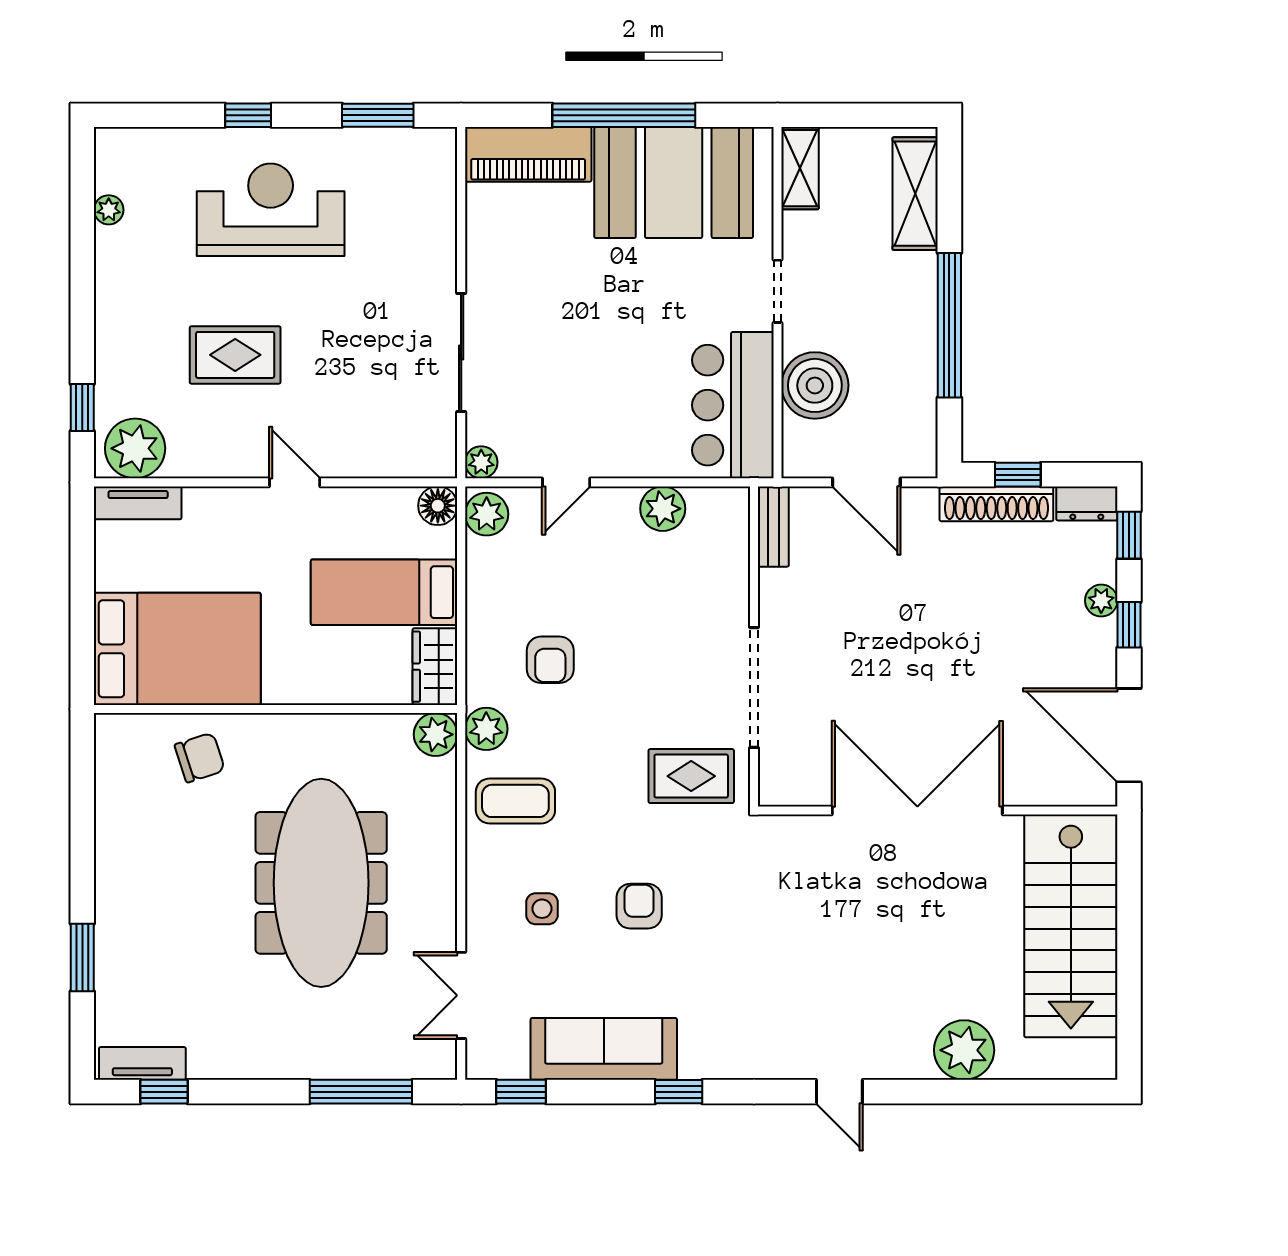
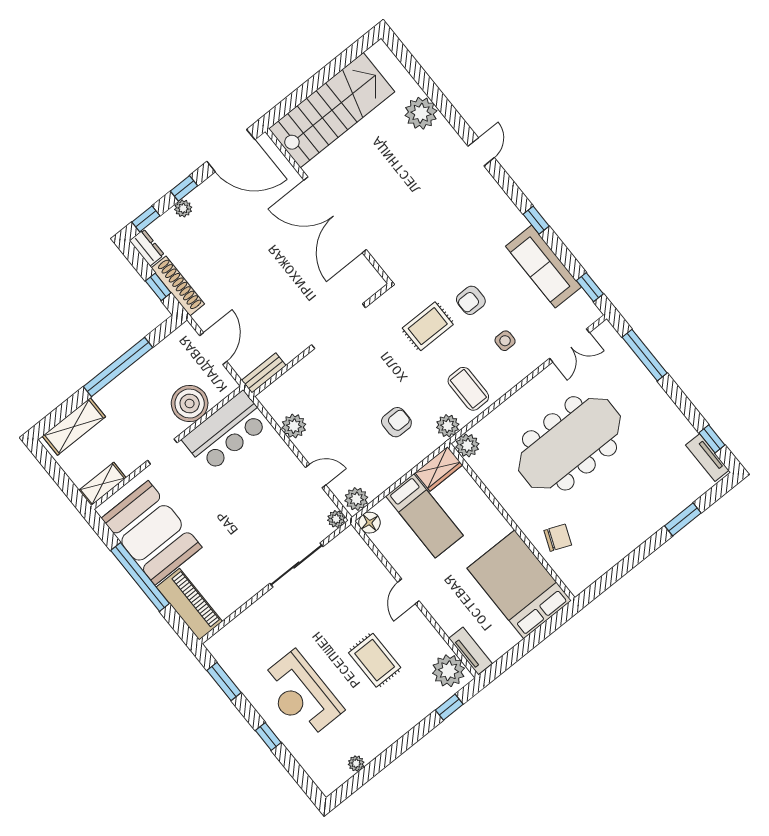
door: (1129, 735) -> (231, 151), hinge flipped
chair: (200, 758) -> (558, 538), turned 130
rug: (691, 776) -> (428, 326), moved, turned 90

